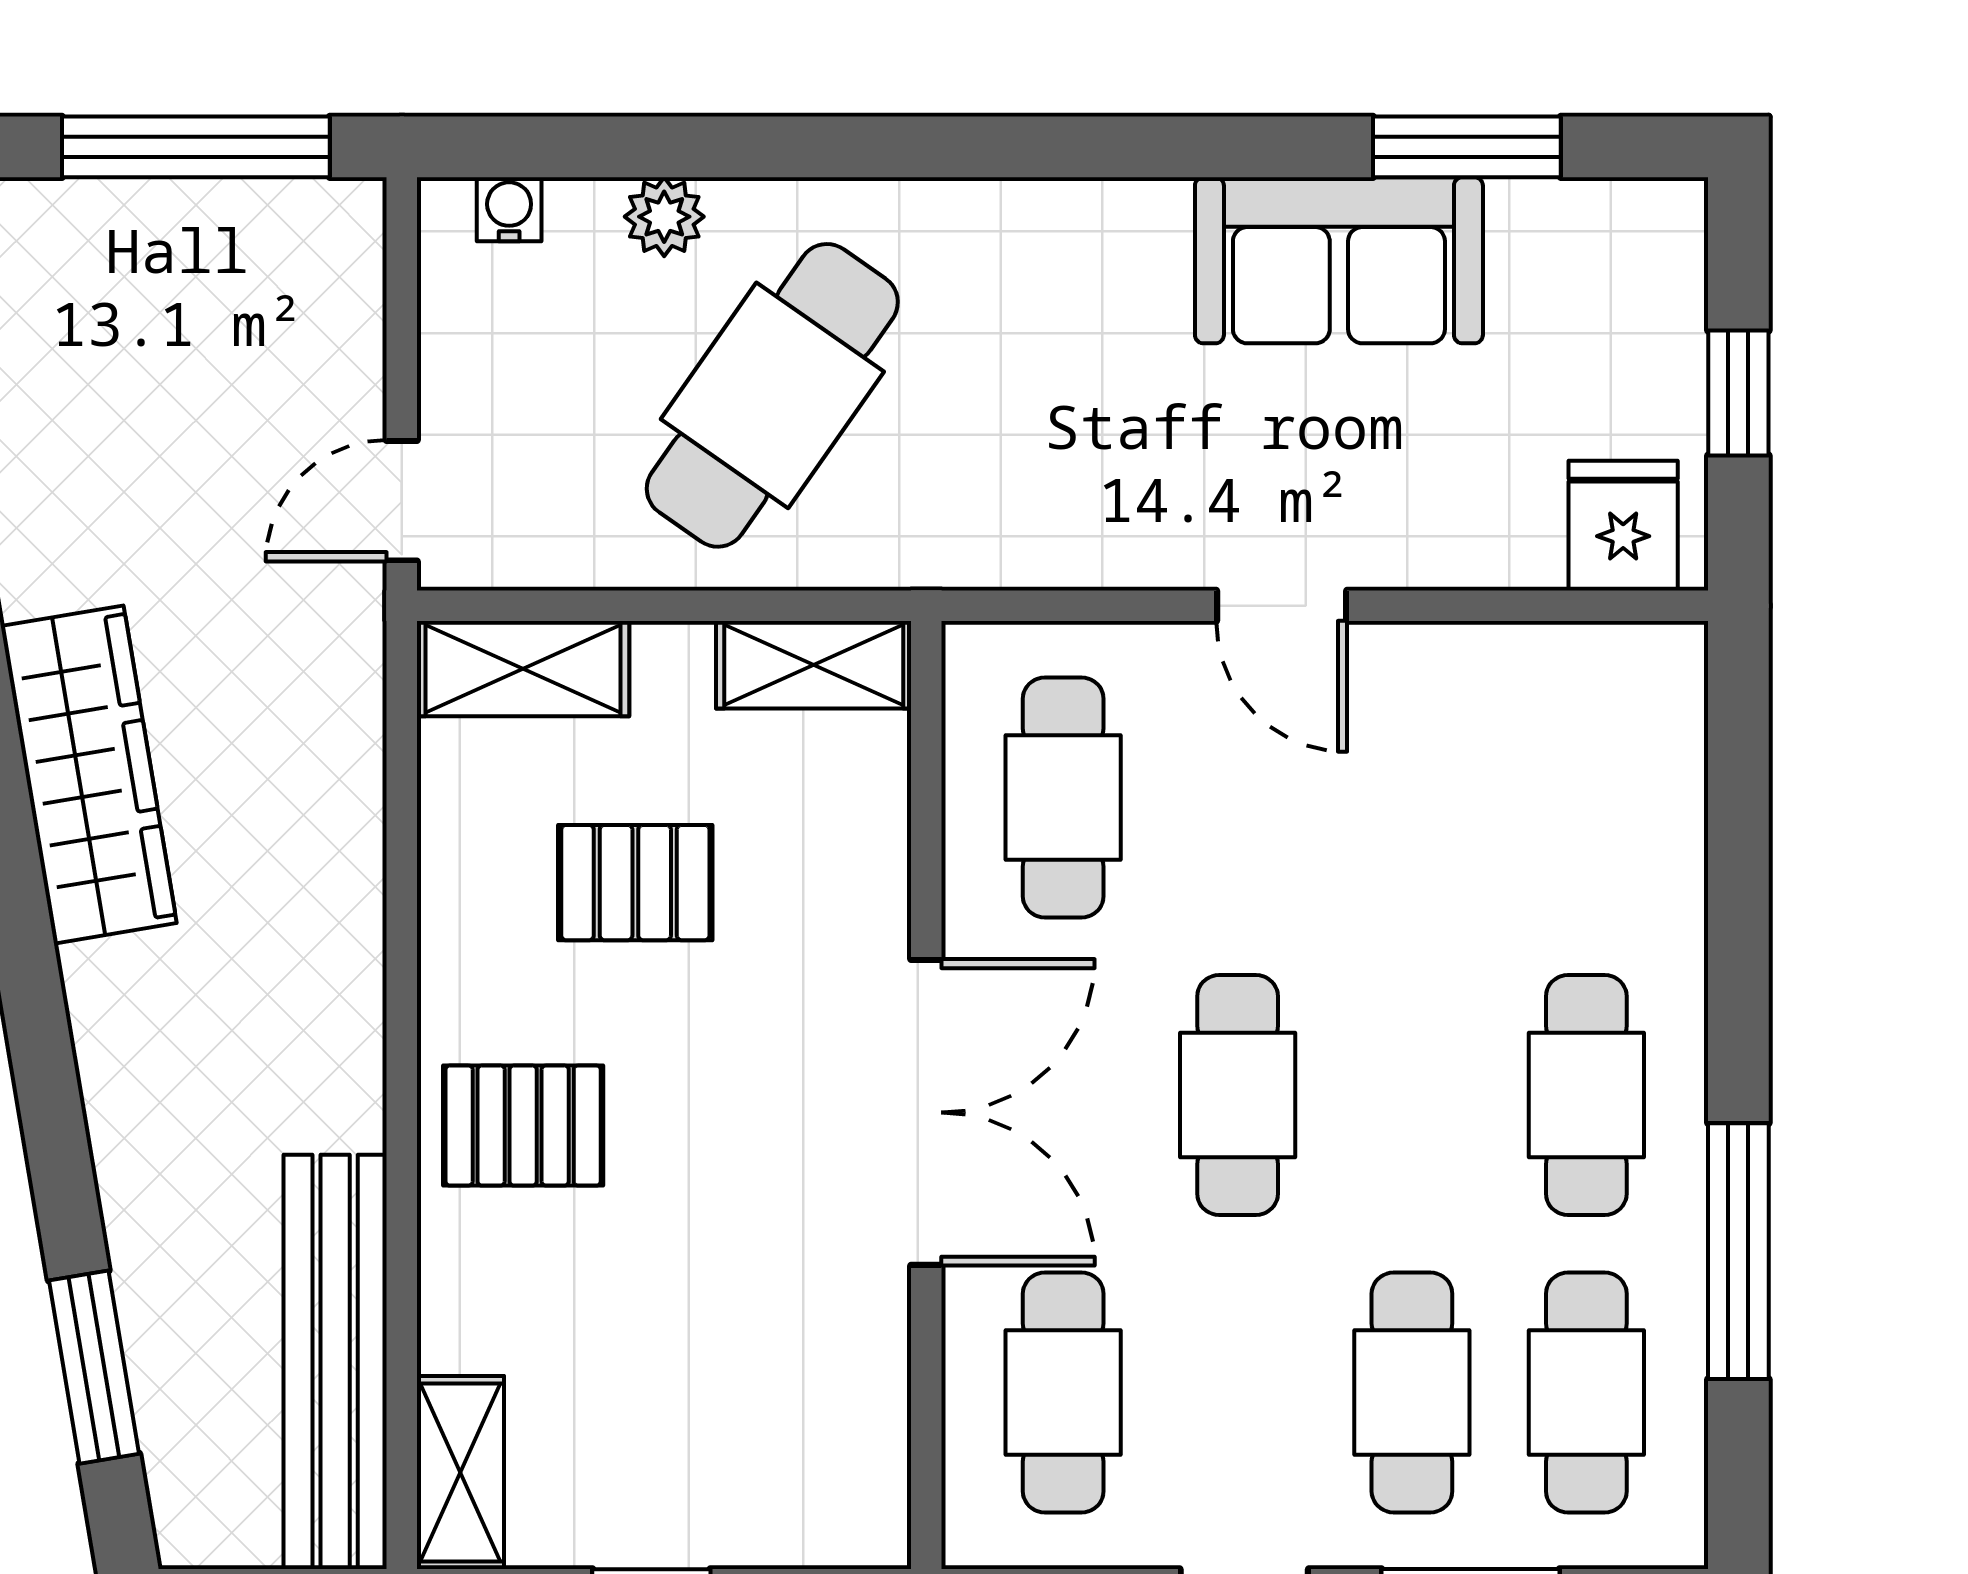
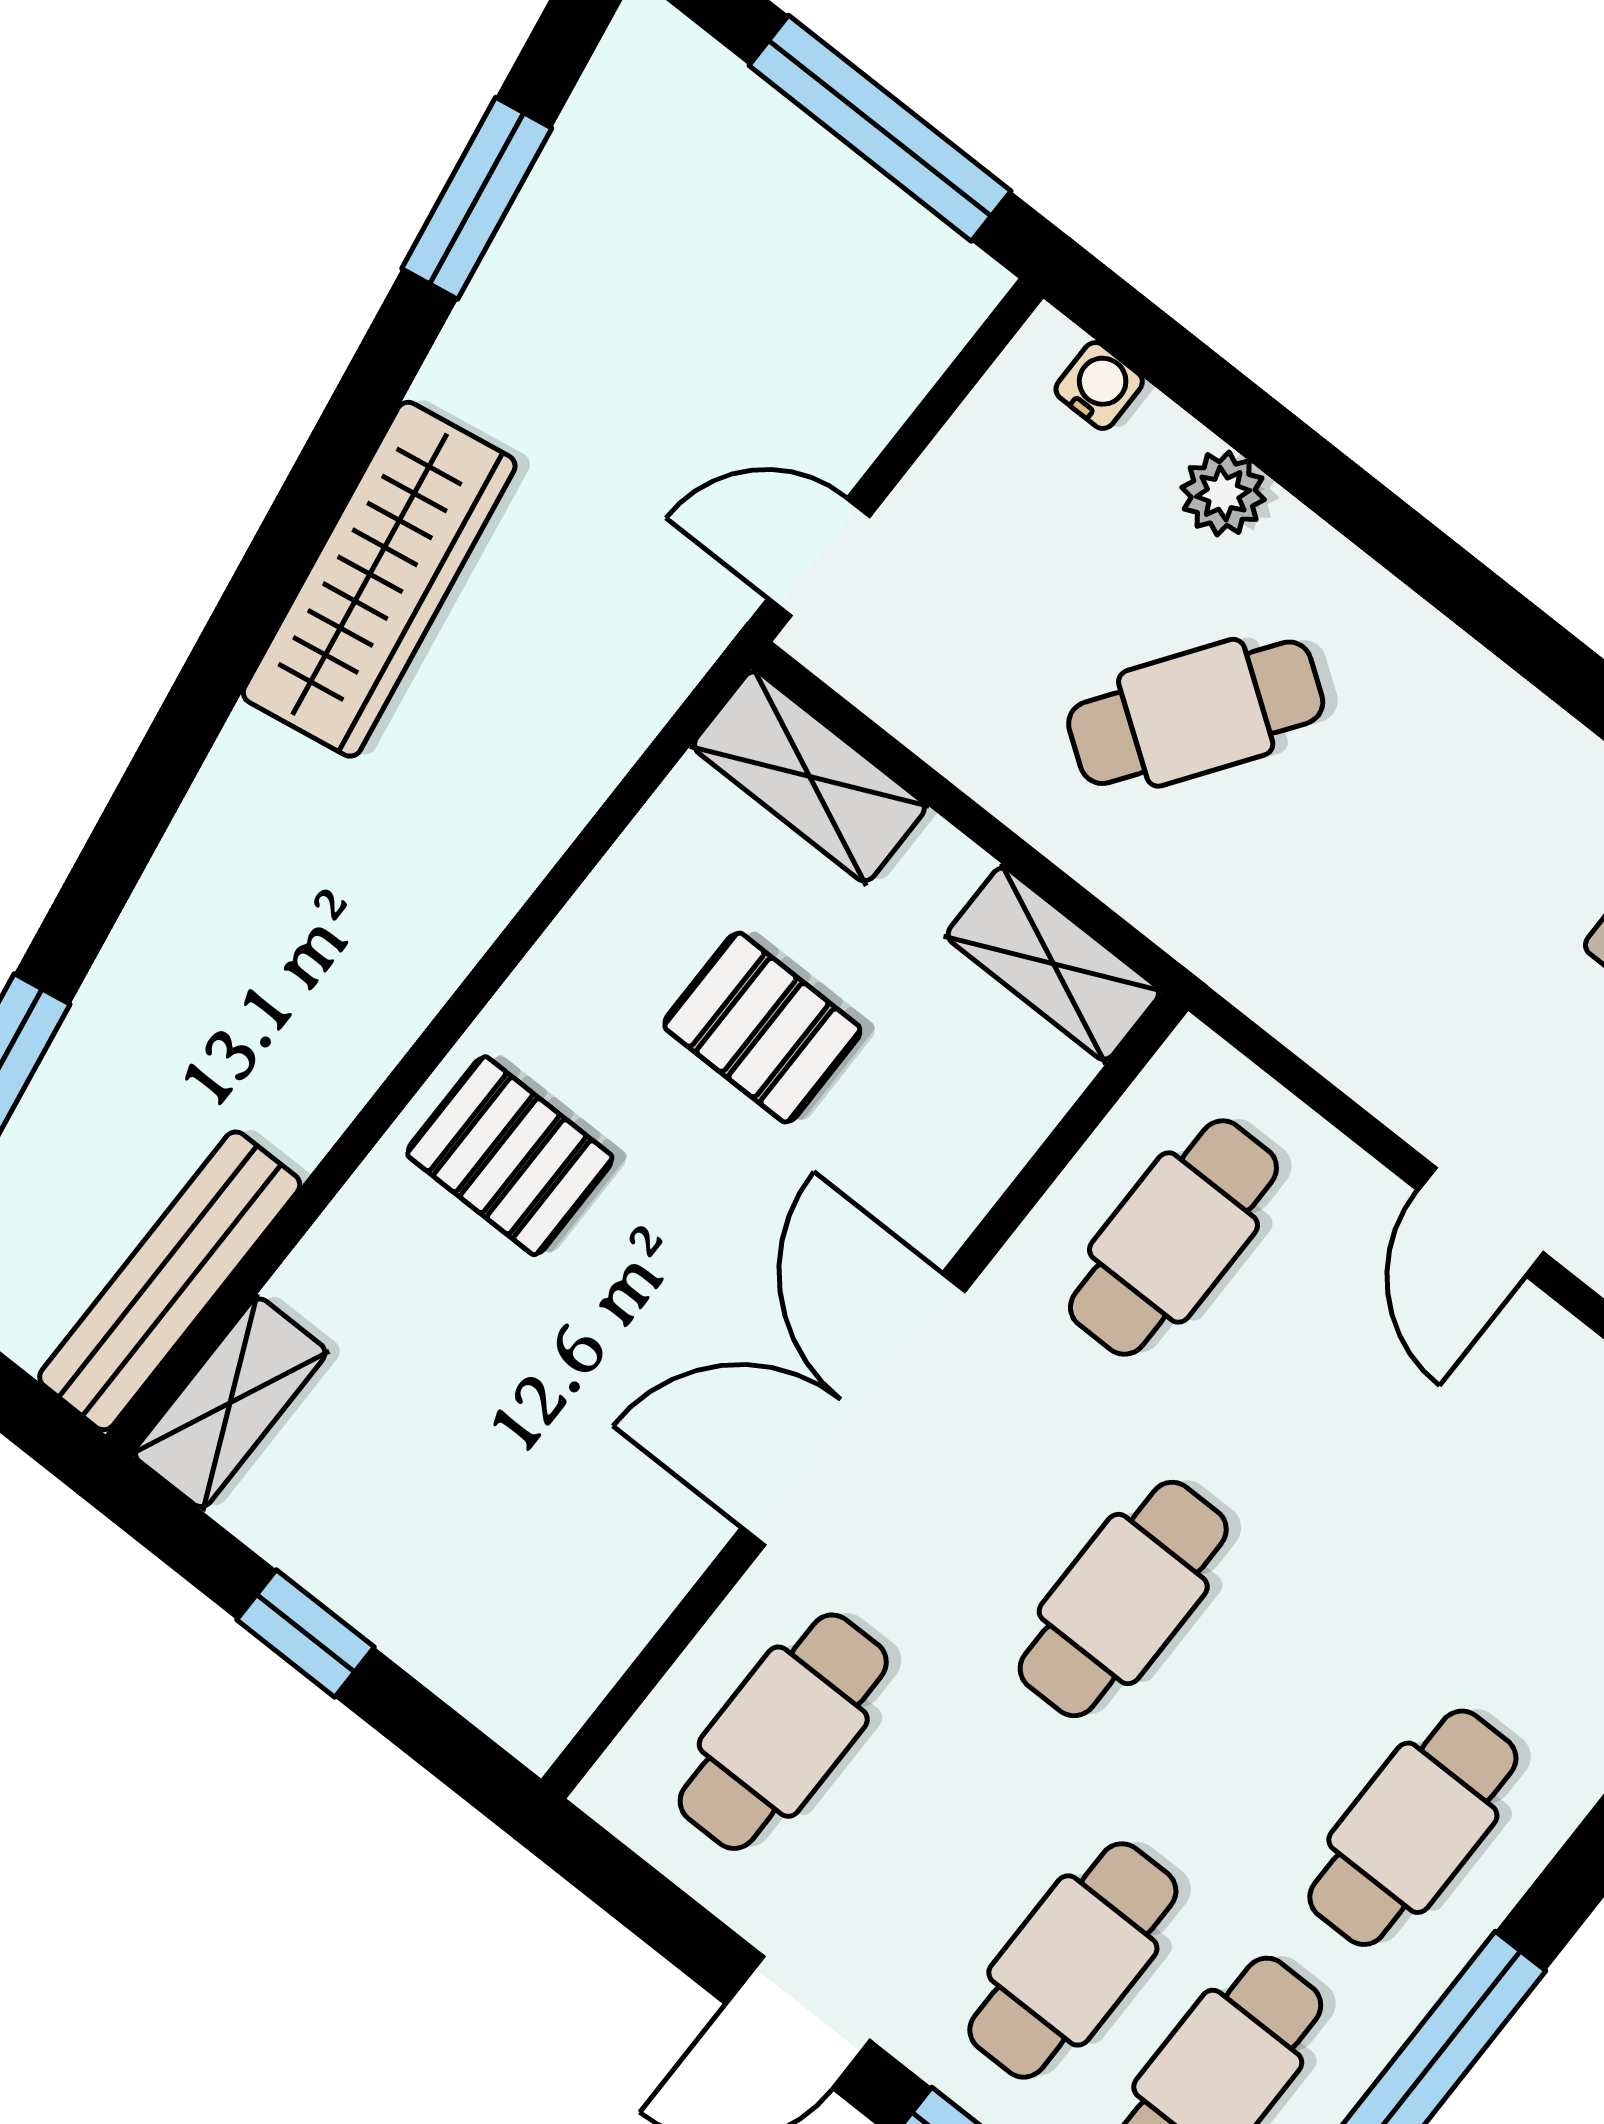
cafe table: (772, 395) -> (1196, 713), width x0.73, depth x0.74
double door: (926, 1112) -> (853, 1409), swing flipped
bench: (335, 1362) -> (170, 1281), width x0.73, depth x0.82

